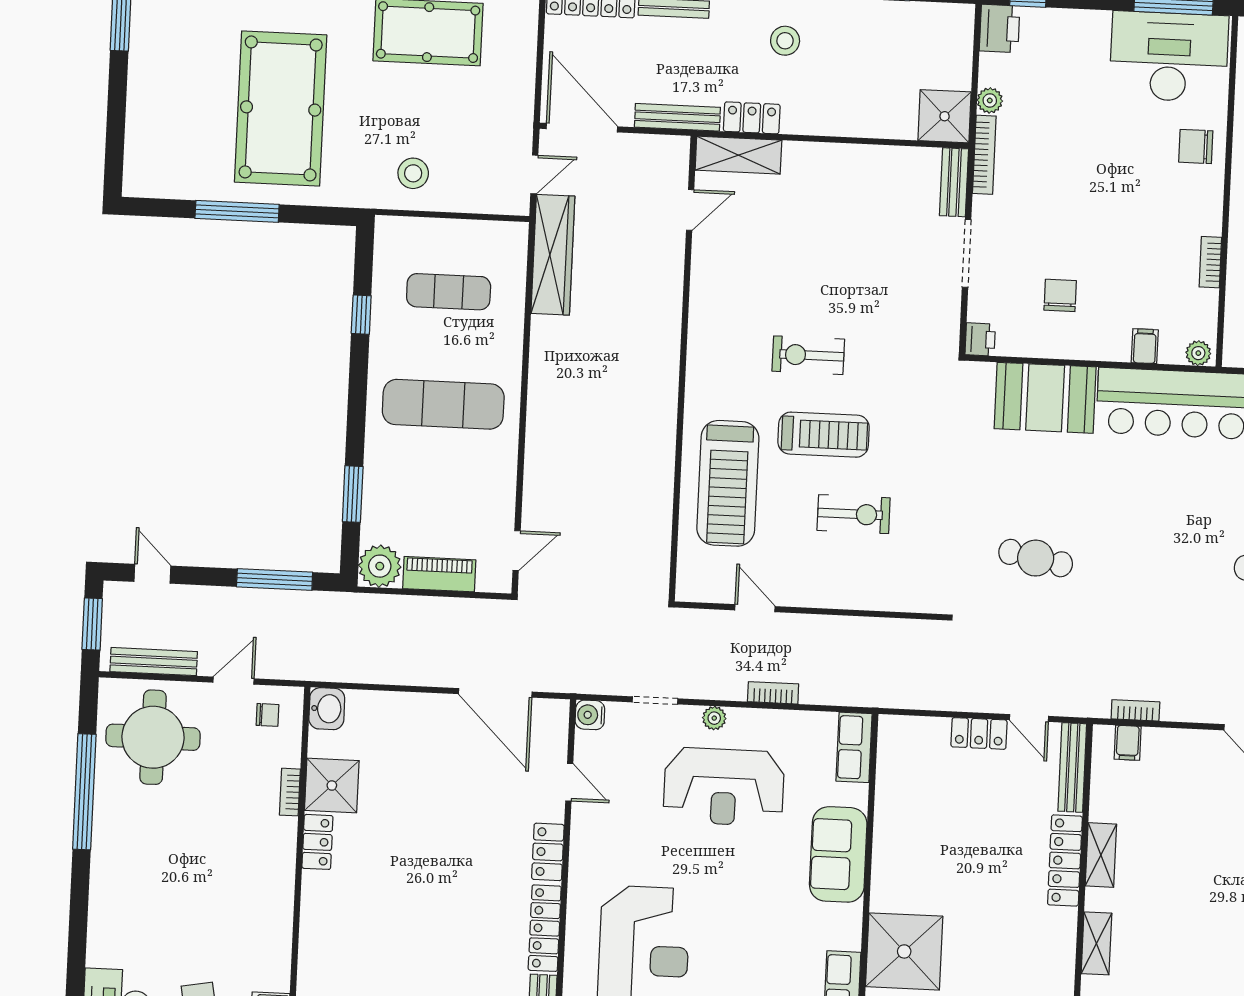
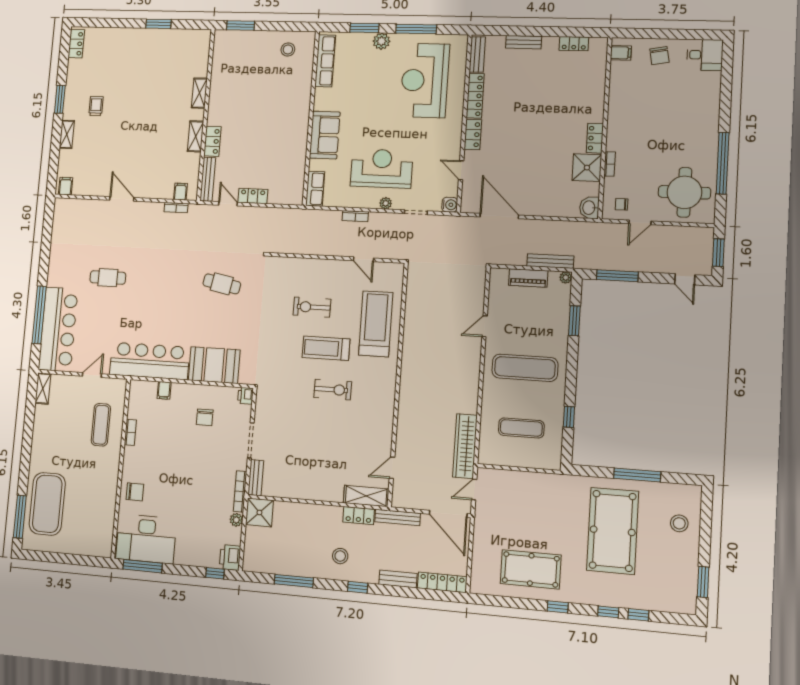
stool: (413, 173) -> (679, 523), moved
plant: (1198, 353) -> (138, 386), removed
door: (517, 551) -> (485, 326), moved
plant: (380, 566) -> (566, 277), width x0.53, depth x0.53
bench: (154, 662) -> (550, 261), moved
locker: (1065, 860) -> (212, 141), width x0.66
shower: (904, 951) -> (293, 87), removed

